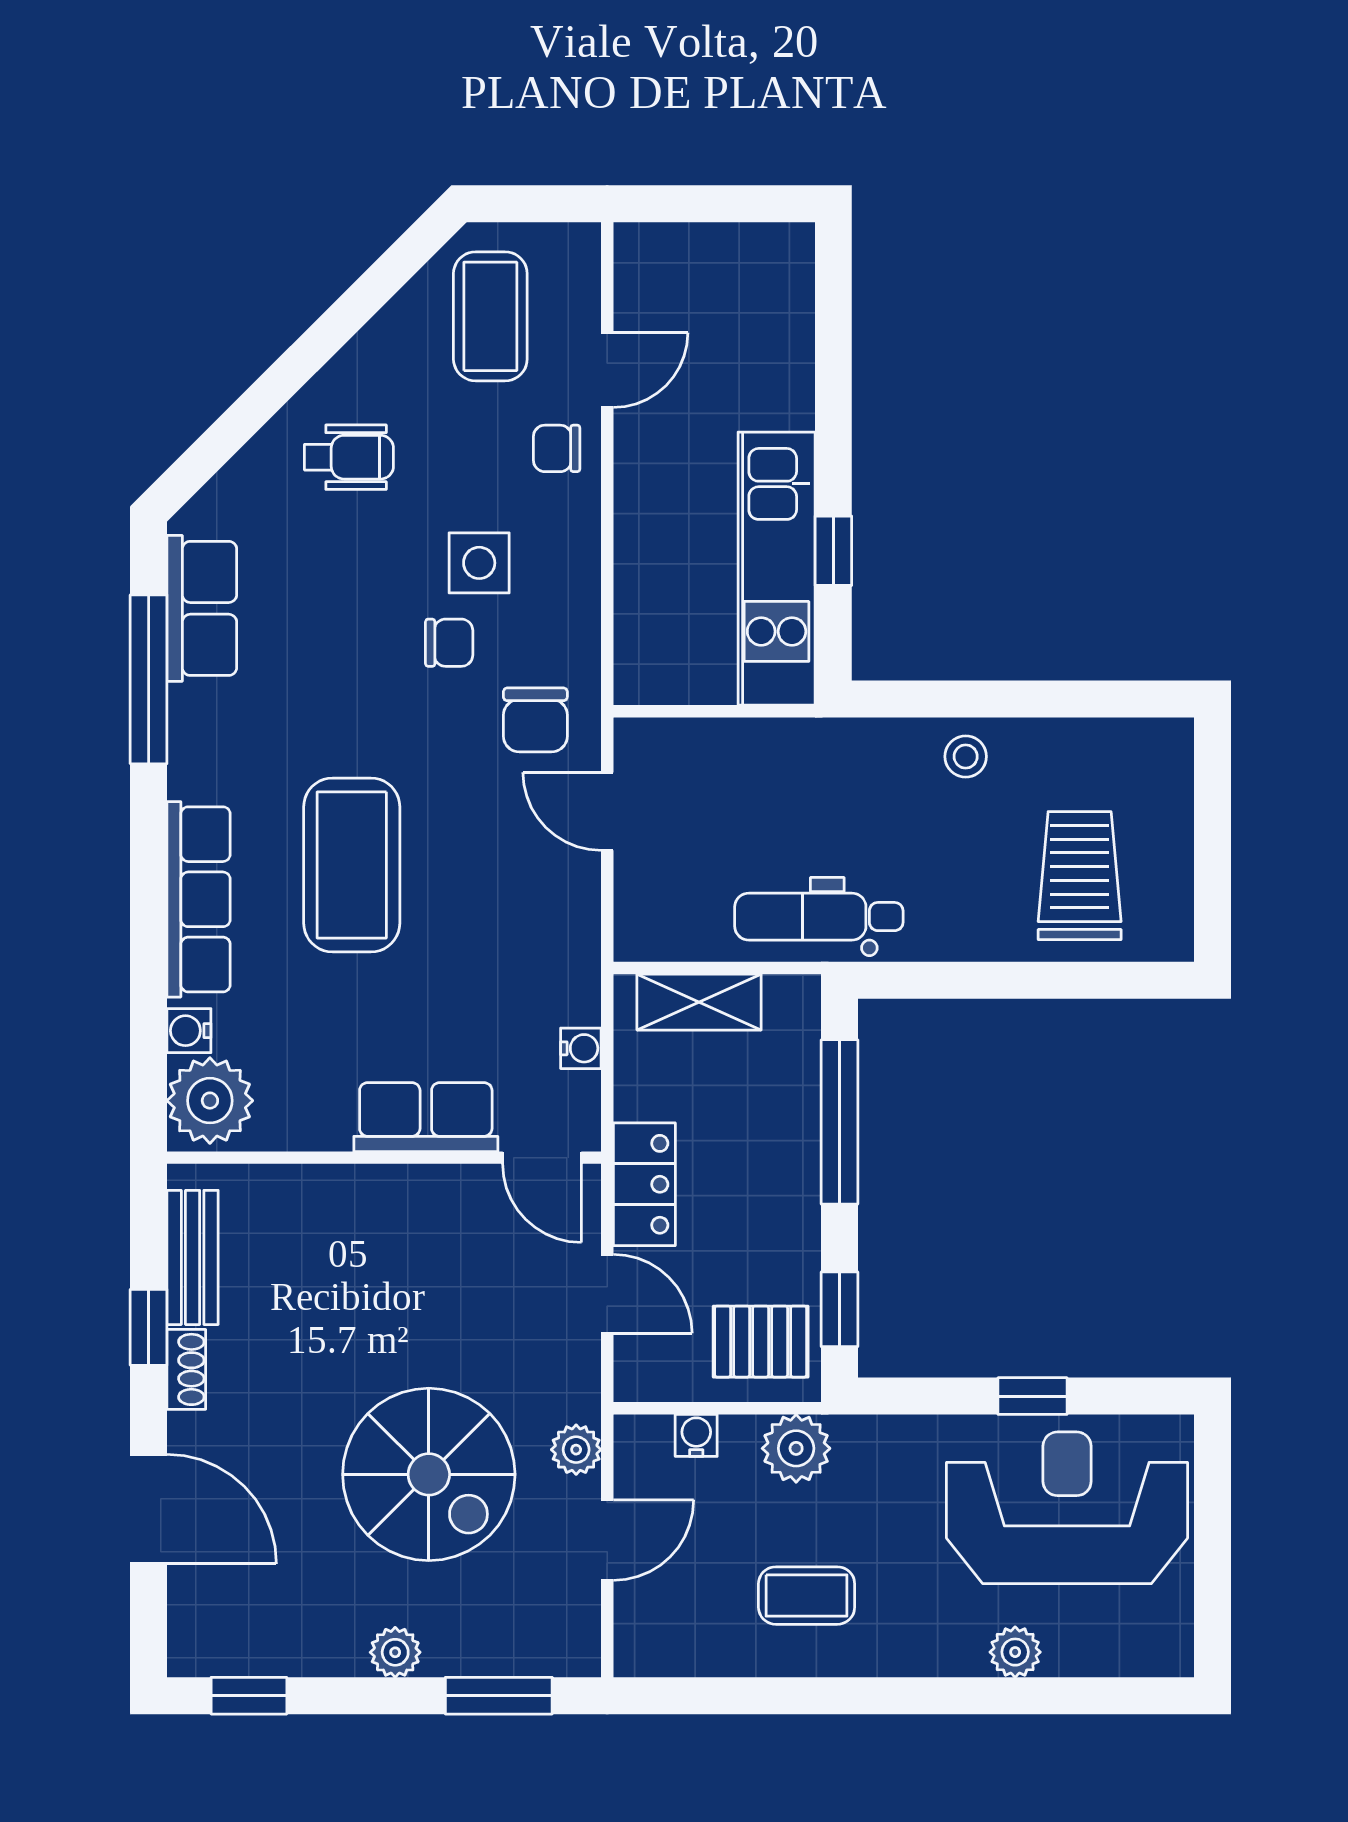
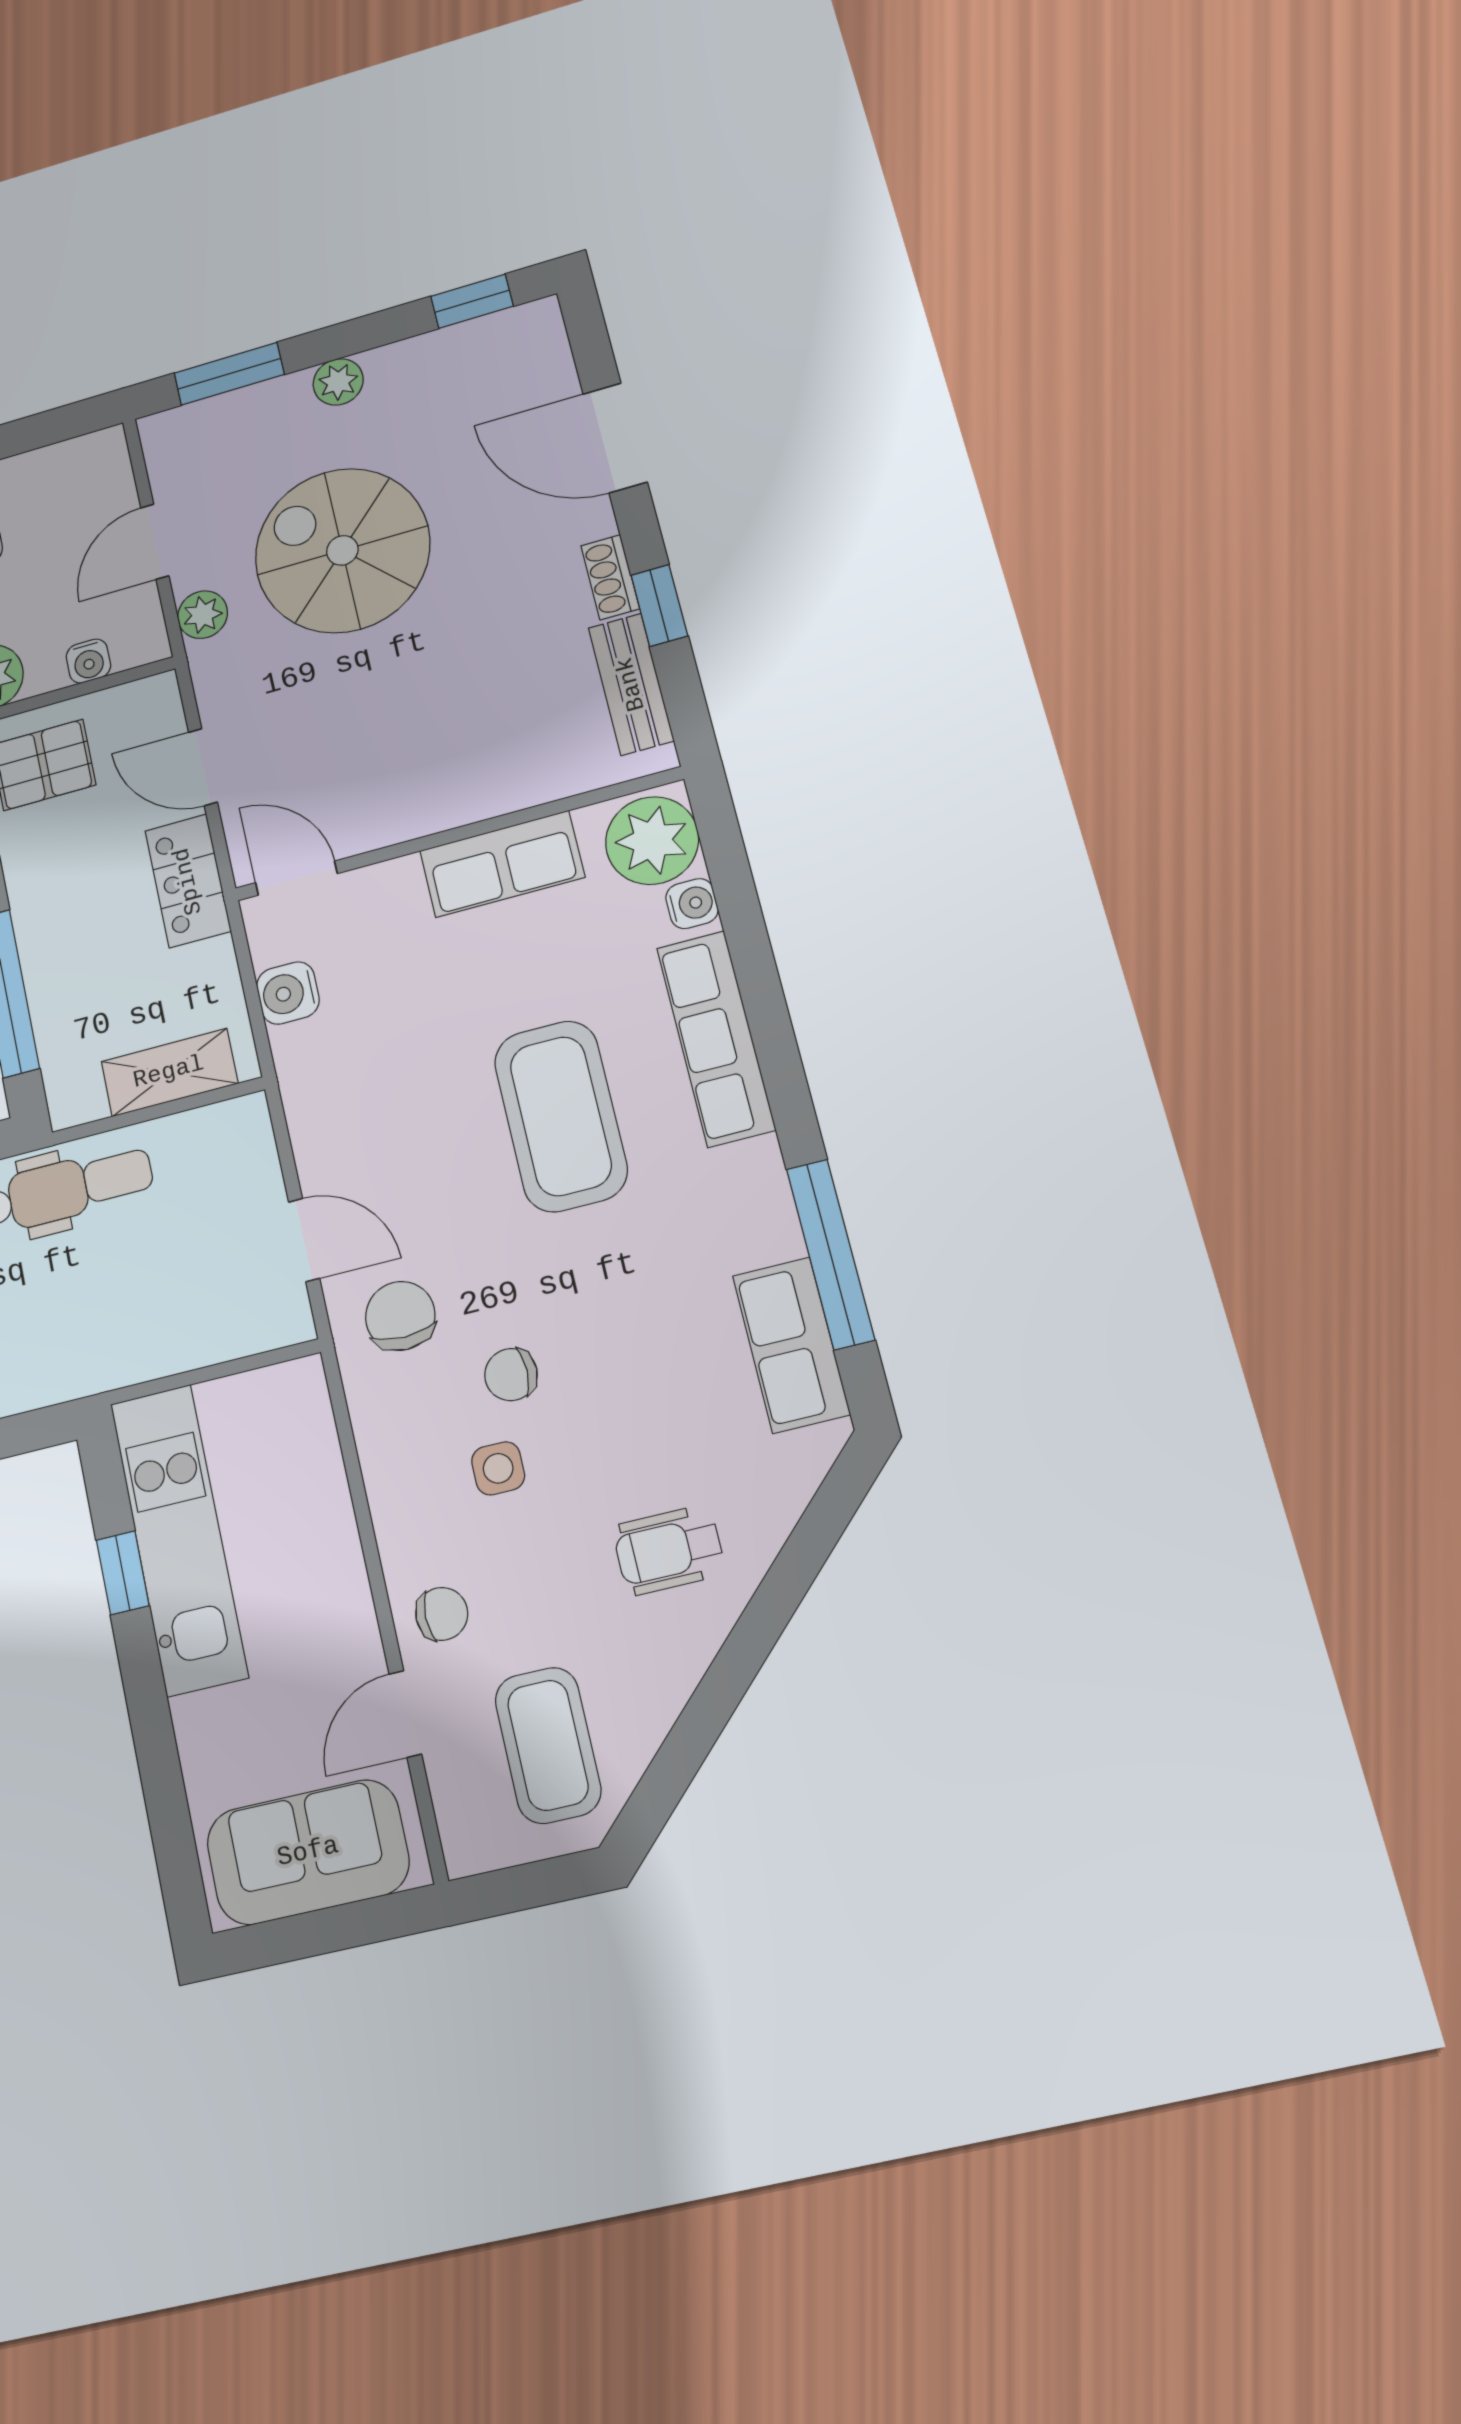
sofa: (717, 272) -> (308, 1852), added
side table: (479, 563) -> (498, 1468), width x0.73, depth x0.73
water cooler: (581, 1048) -> (288, 993), width x1.38, depth x1.38
row of seats: (426, 1117) -> (502, 864), moved

